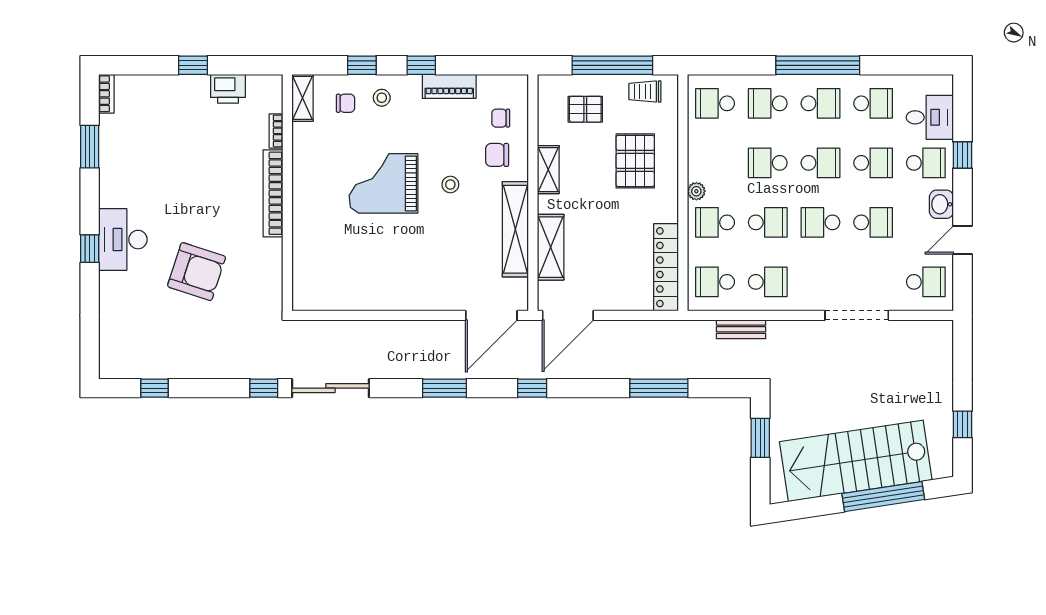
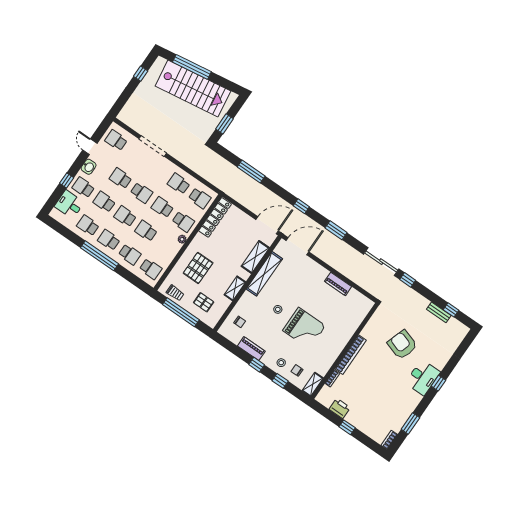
chair: (497, 155) -> (251, 308), removed
school desk: (768, 163) -> (146, 231), turned 180
door: (963, 240) -> (90, 147), swing flipped
piano: (378, 299) -> (338, 284), added
bench: (741, 329) -> (439, 312), moved

